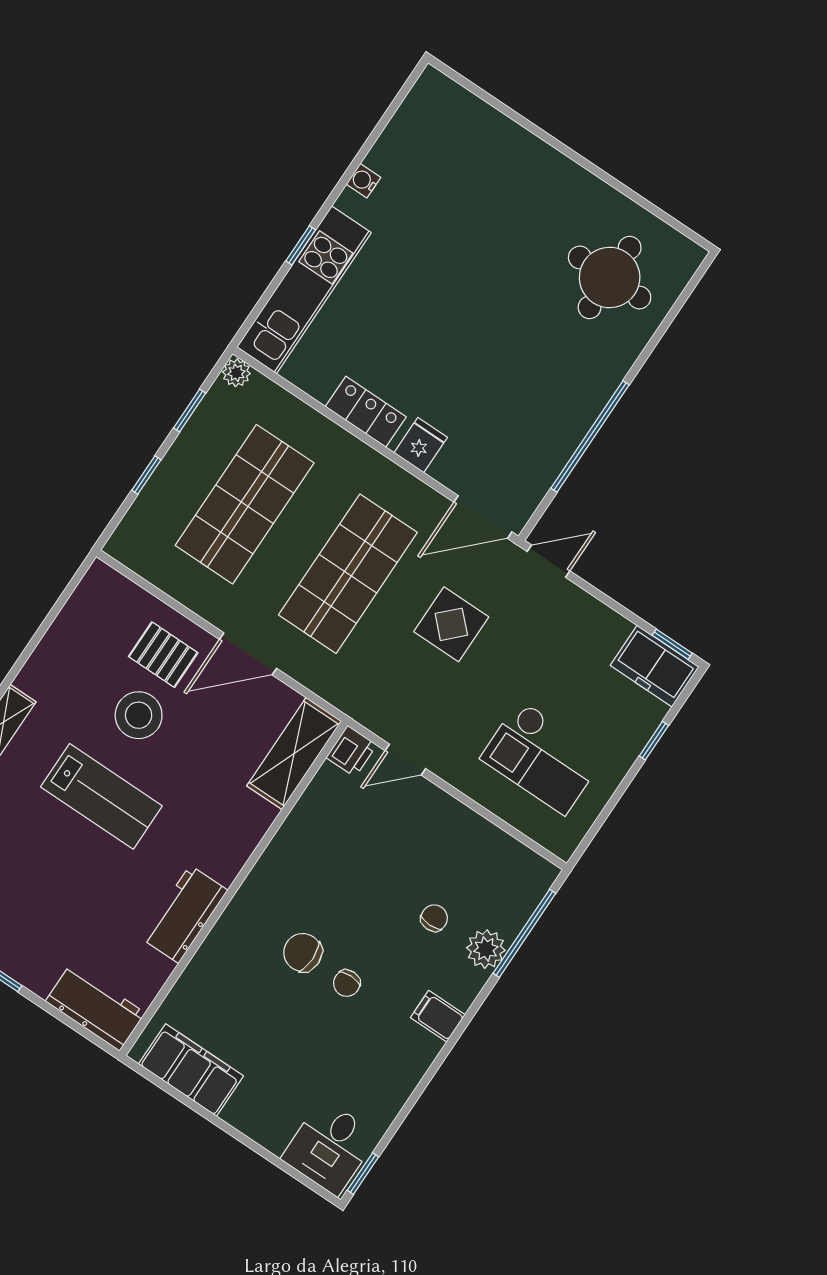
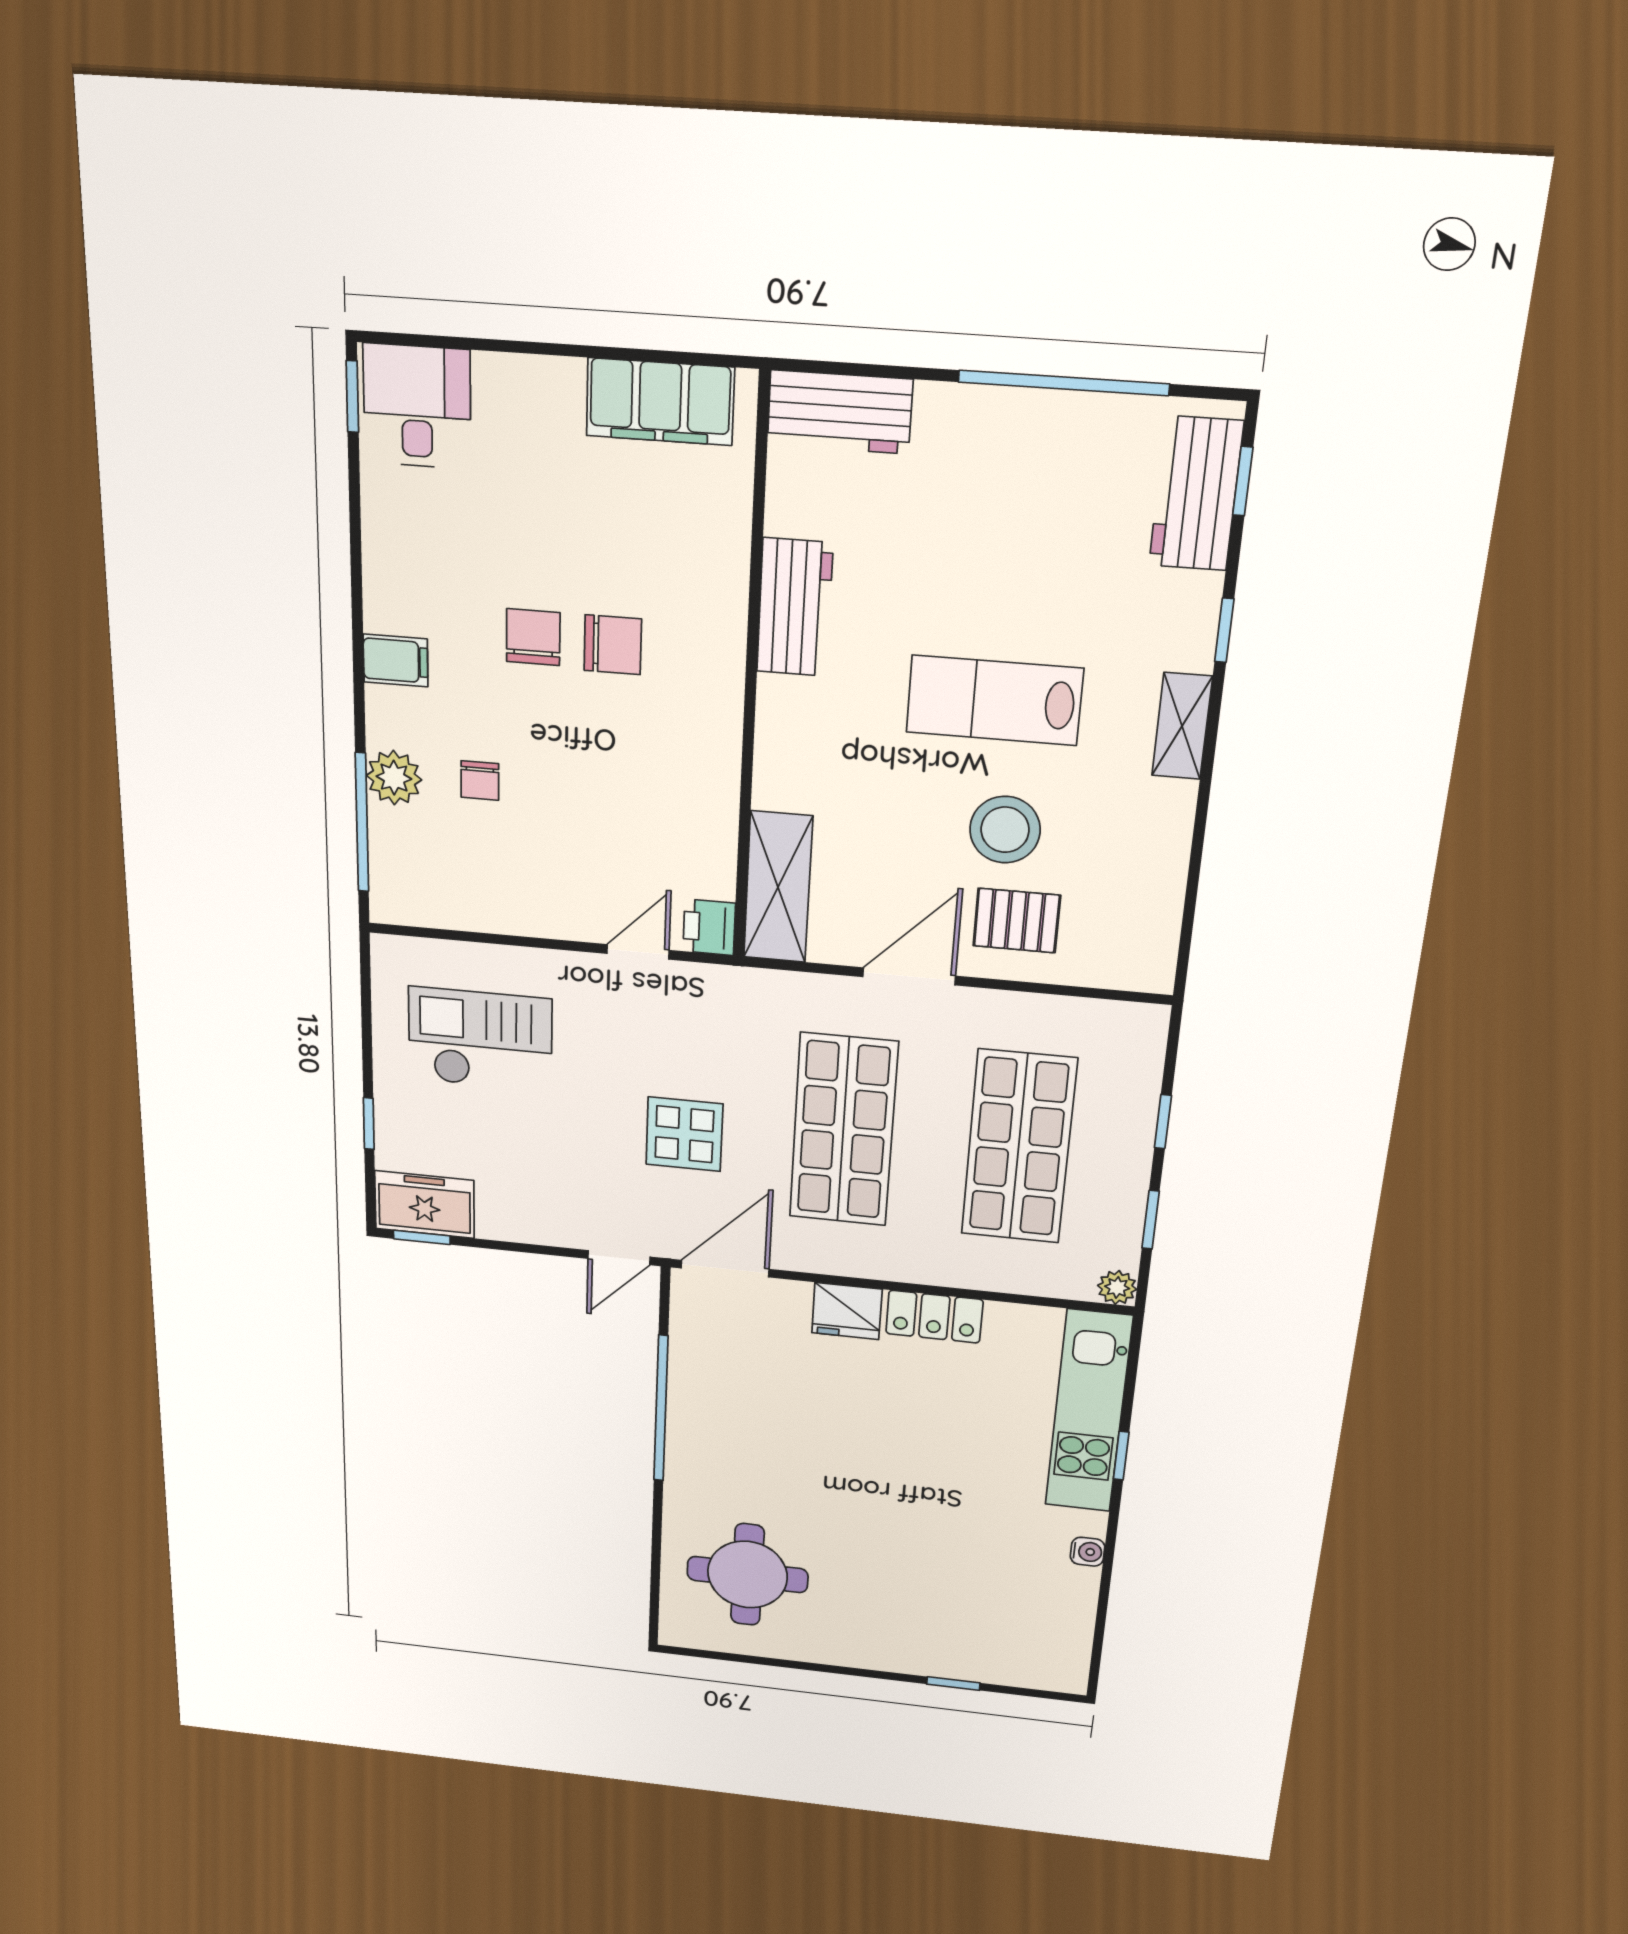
window: (516, 117) -> (953, 1684), added
fridge: (421, 445) -> (847, 1311), width x1.38
chair: (347, 983) -> (533, 637), width x1.37, depth x1.37

